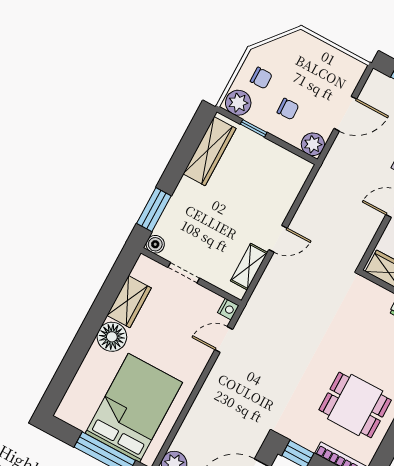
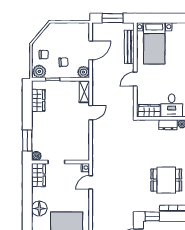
wardrobe: (210, 151) -> (38, 100), width x0.67
door: (278, 239) -> (91, 113), moved
shelving: (249, 267) -> (84, 92), moved
wardrobe: (129, 302) -> (38, 175), moved

